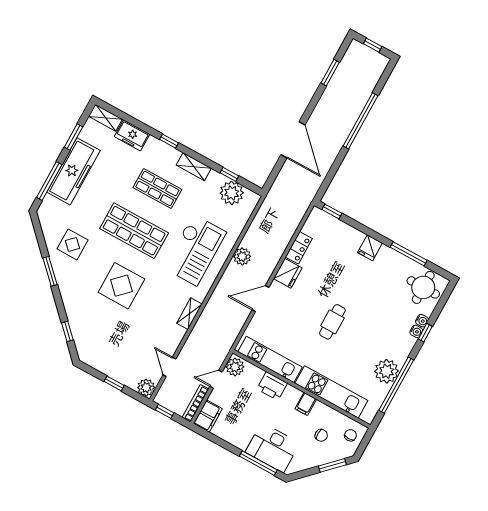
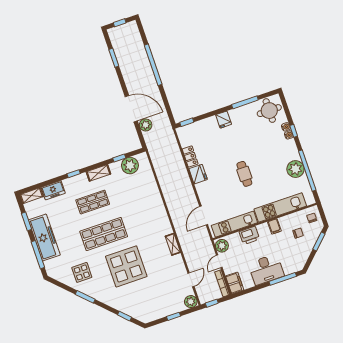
checkout: (195, 250) -> (142, 212), removed
plant: (242, 256) -> (146, 125), moved
display table: (121, 286) -> (126, 266), width x1.36, depth x1.36
door: (260, 299) -> (204, 216), moved
door: (169, 367) -> (191, 280), swing flipped
desk: (273, 448) -> (266, 269), moved

